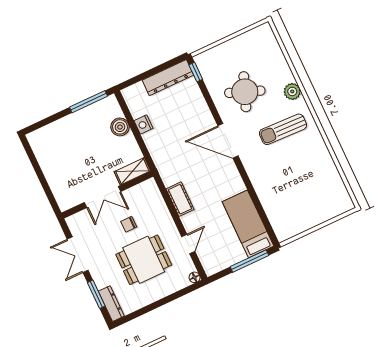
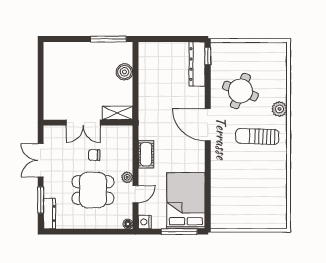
dresser: (168, 78) -> (197, 64), moved, turned 90
nightstand: (144, 125) -> (145, 222), moved
bed: (248, 224) -> (186, 201), width x1.50
plant: (172, 231) -> (127, 177), added

